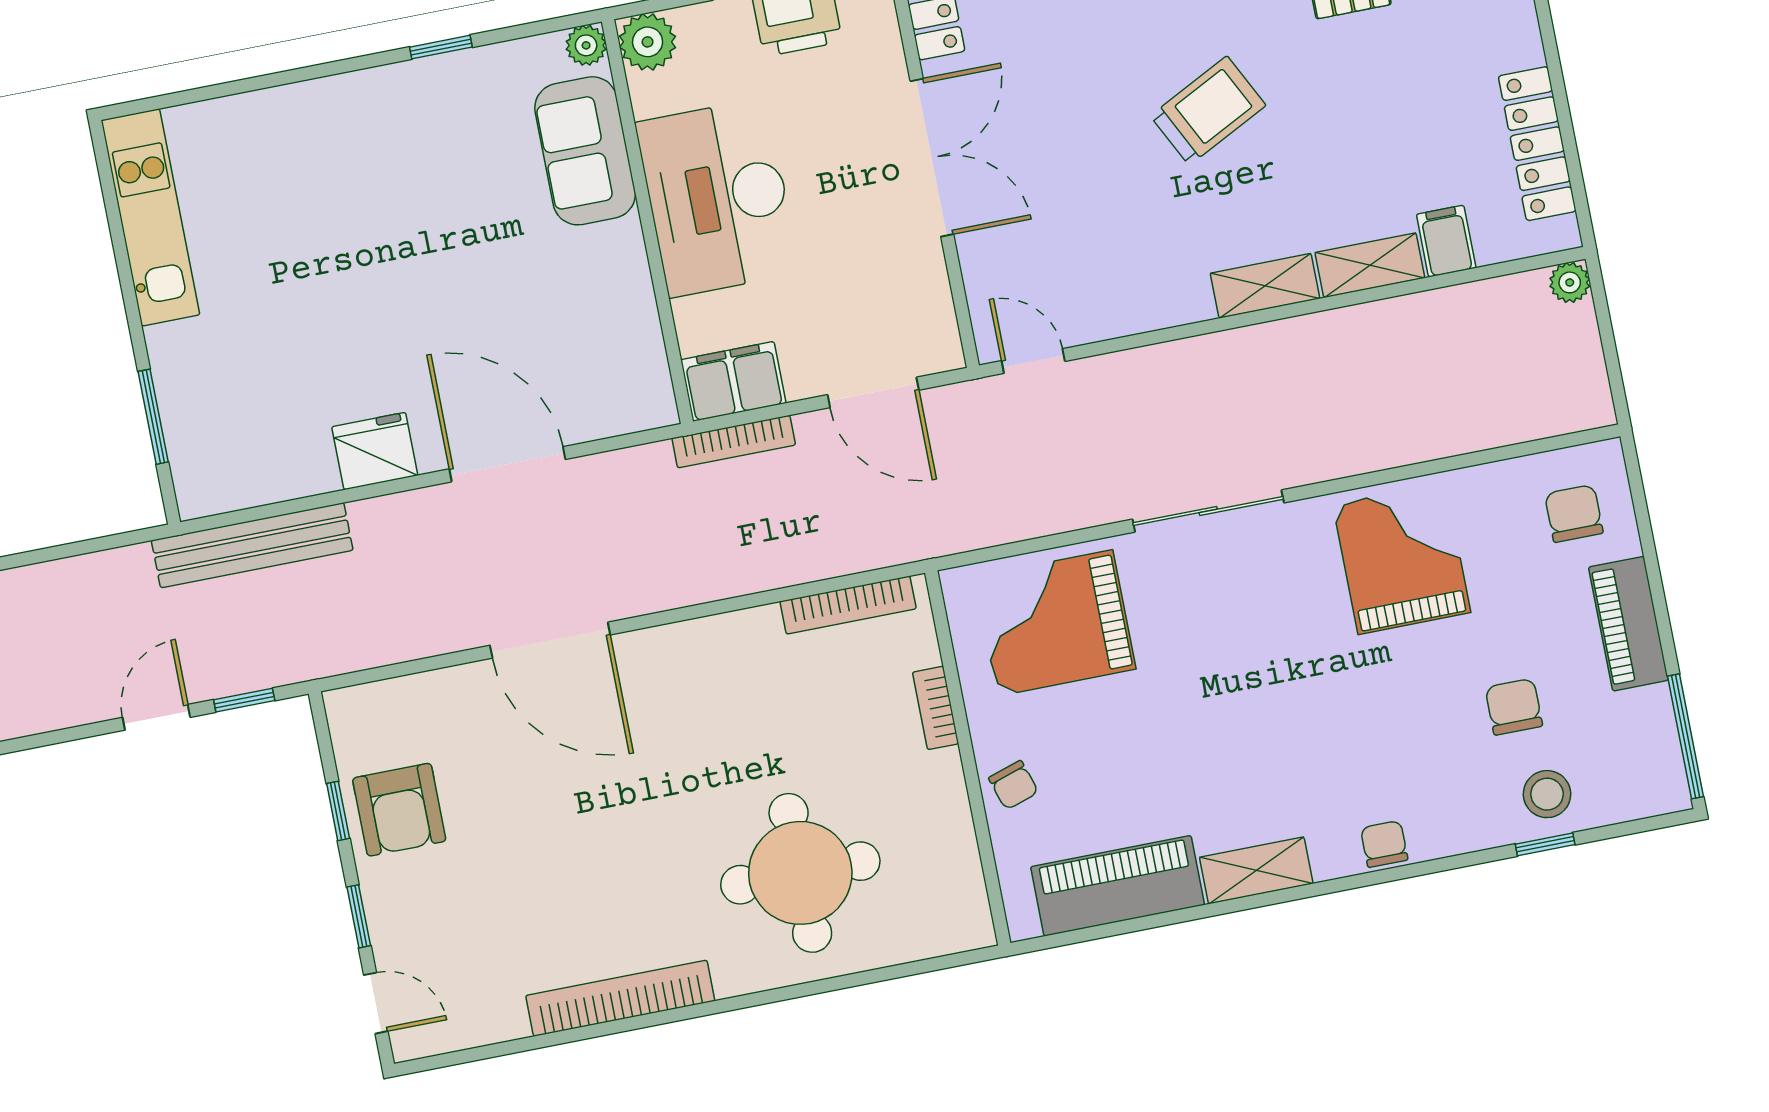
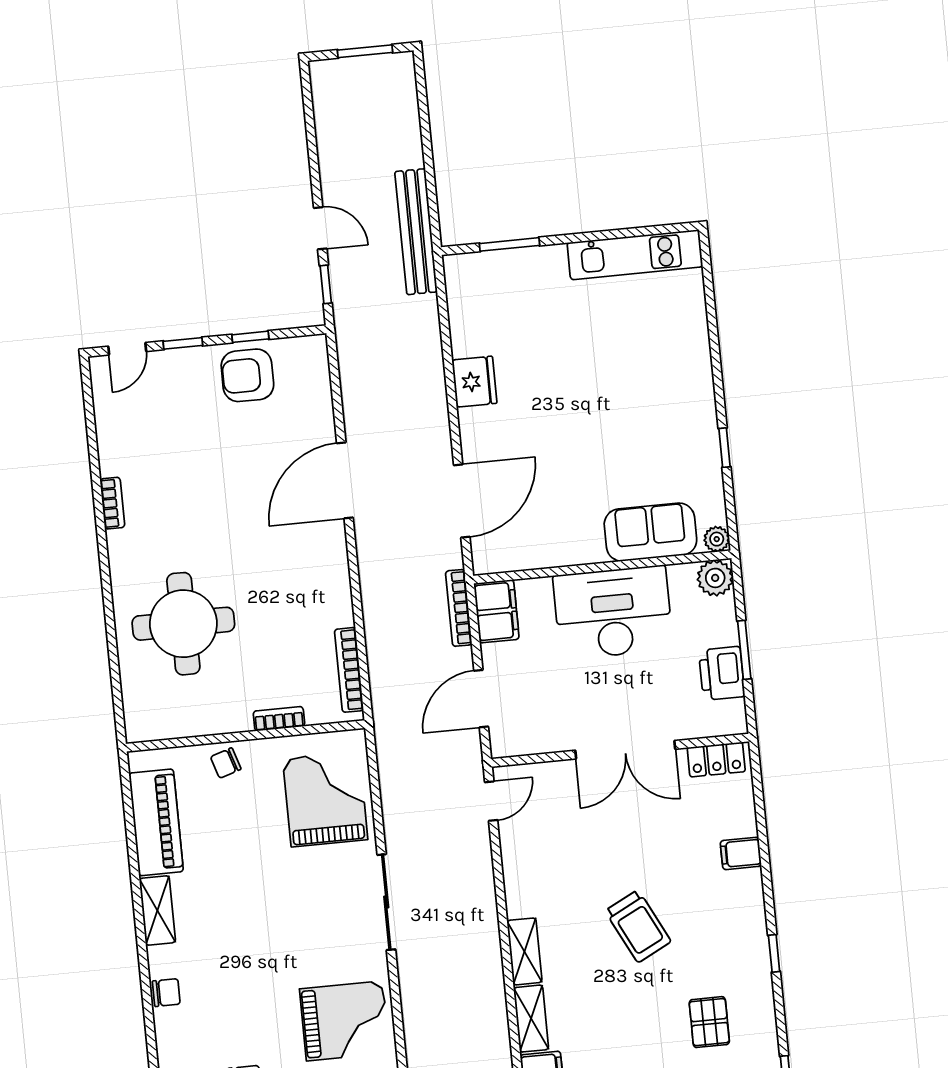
door: (507, 464) -> (462, 501), moved
bench: (252, 545) -> (416, 232), moved
bookcase: (620, 998) -> (112, 503), width x0.43, depth x0.76

